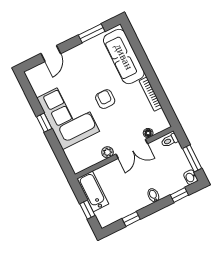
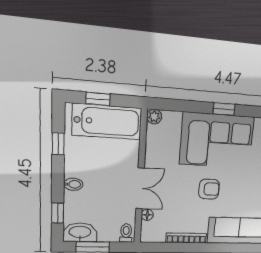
double door: (132, 149) -> (140, 188), swing flipped
plant: (107, 152) -> (154, 117), moved
washbasin: (191, 177) -> (80, 232), width x1.91, depth x1.45
bathtub: (93, 191) -> (107, 122), width x1.36, depth x1.36

